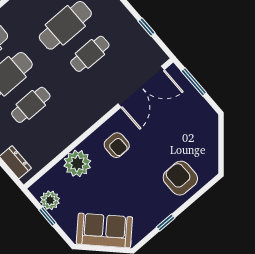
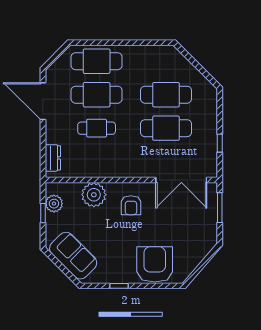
cafe table: (90, 54) -> (166, 128), width x1.37, depth x1.35
armchair: (180, 178) -> (155, 264), width x1.36, depth x1.36

